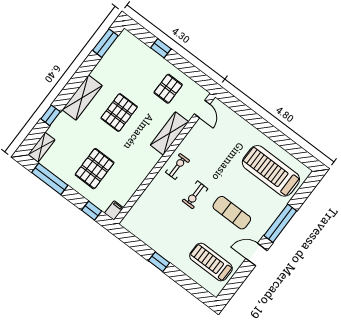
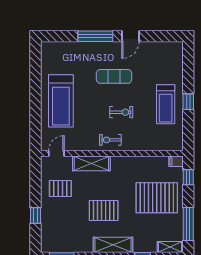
pallet: (95, 169) -> (157, 198), width x1.37, depth x1.41
treadmill: (271, 171) -> (61, 101), moved
exercise mat: (232, 213) -> (114, 76), turned 90
door: (257, 255) -> (130, 36), hinge flipped
treadmill: (211, 262) -> (166, 104), moved

